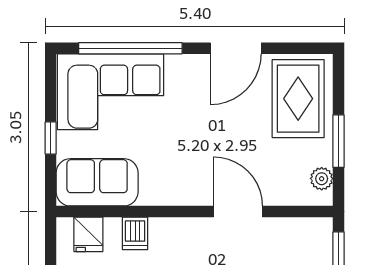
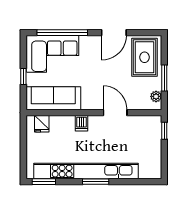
sofa: (97, 182) -> (53, 98), width x1.36
dishwasher: (135, 233) -> (81, 123), moved

